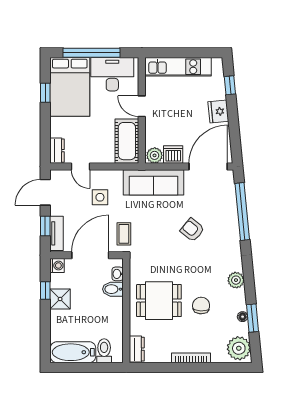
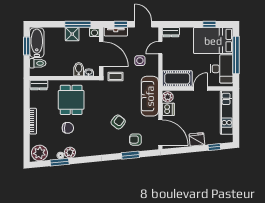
armchair: (219, 204) -> (135, 140), added
window: (242, 211) -> (130, 155), width x0.47
plant: (236, 280) -> (70, 152), moved
window: (45, 290) -> (78, 24), width x2.17
window: (78, 367) -> (27, 46), added

